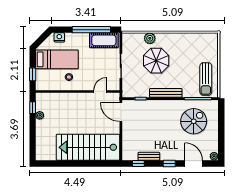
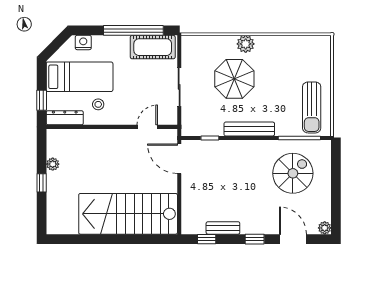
plant: (150, 38) -> (246, 44), moved
dresser: (47, 86) -> (65, 118), added
window: (33, 108) -> (42, 183), moved

